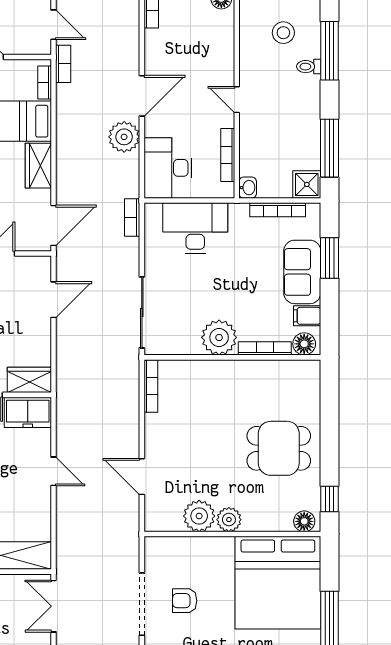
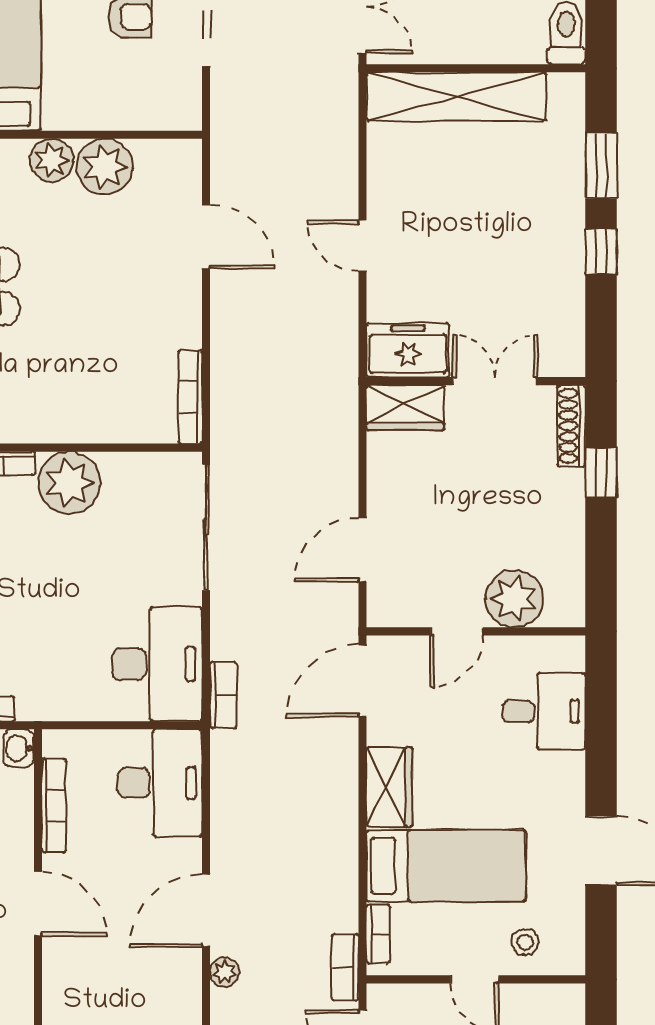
door: (237, 100) -> (38, 904), width x1.38
plant: (124, 137) -> (225, 972), moved, width x0.53, depth x0.53
desk: (195, 228) -> (157, 664), moved, turned -90

